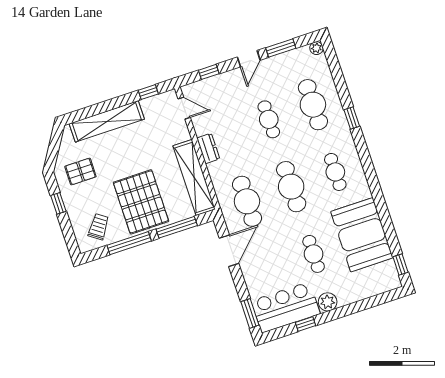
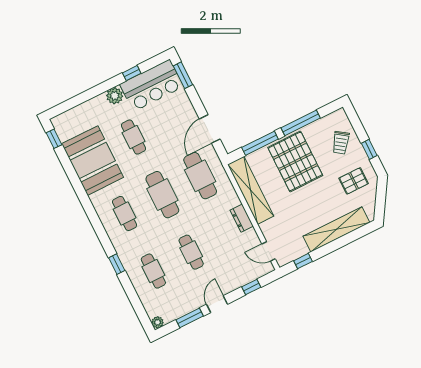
cafe table: (313, 105) -> (153, 271), width x0.73, depth x0.74
trolley: (99, 227) -> (341, 143), moved

